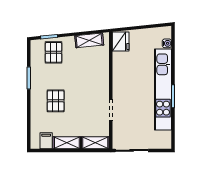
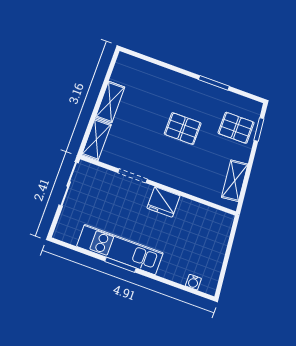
fridge: (121, 42) -> (163, 202), moved
kitchen unit: (163, 89) -> (120, 250), width x0.73
pallet: (56, 101) -> (183, 129), moved
filing cabinet: (46, 141) -> (123, 76), removed

